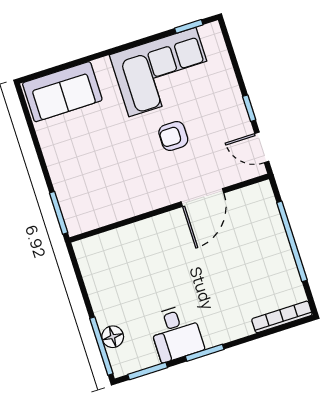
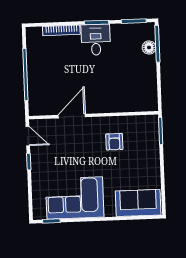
armchair: (173, 136) -> (114, 142), moved, turned 90
bookcase: (282, 317) -> (61, 30), moved
desk: (176, 333) -> (96, 40), moved

